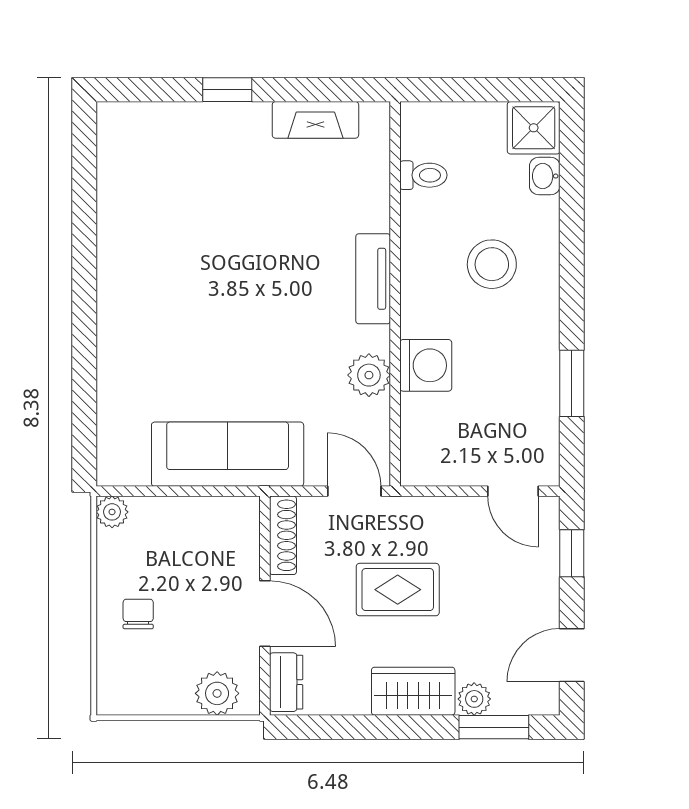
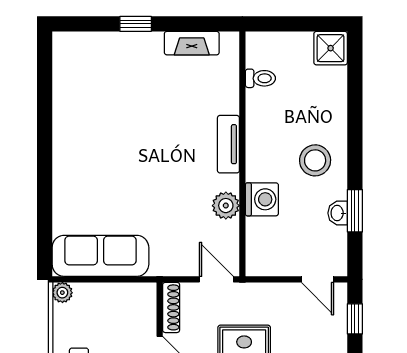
washbasin: (545, 176) -> (338, 213), moved
stool: (492, 264) -> (315, 160), moved
sofa: (228, 454) -> (100, 256), moved

